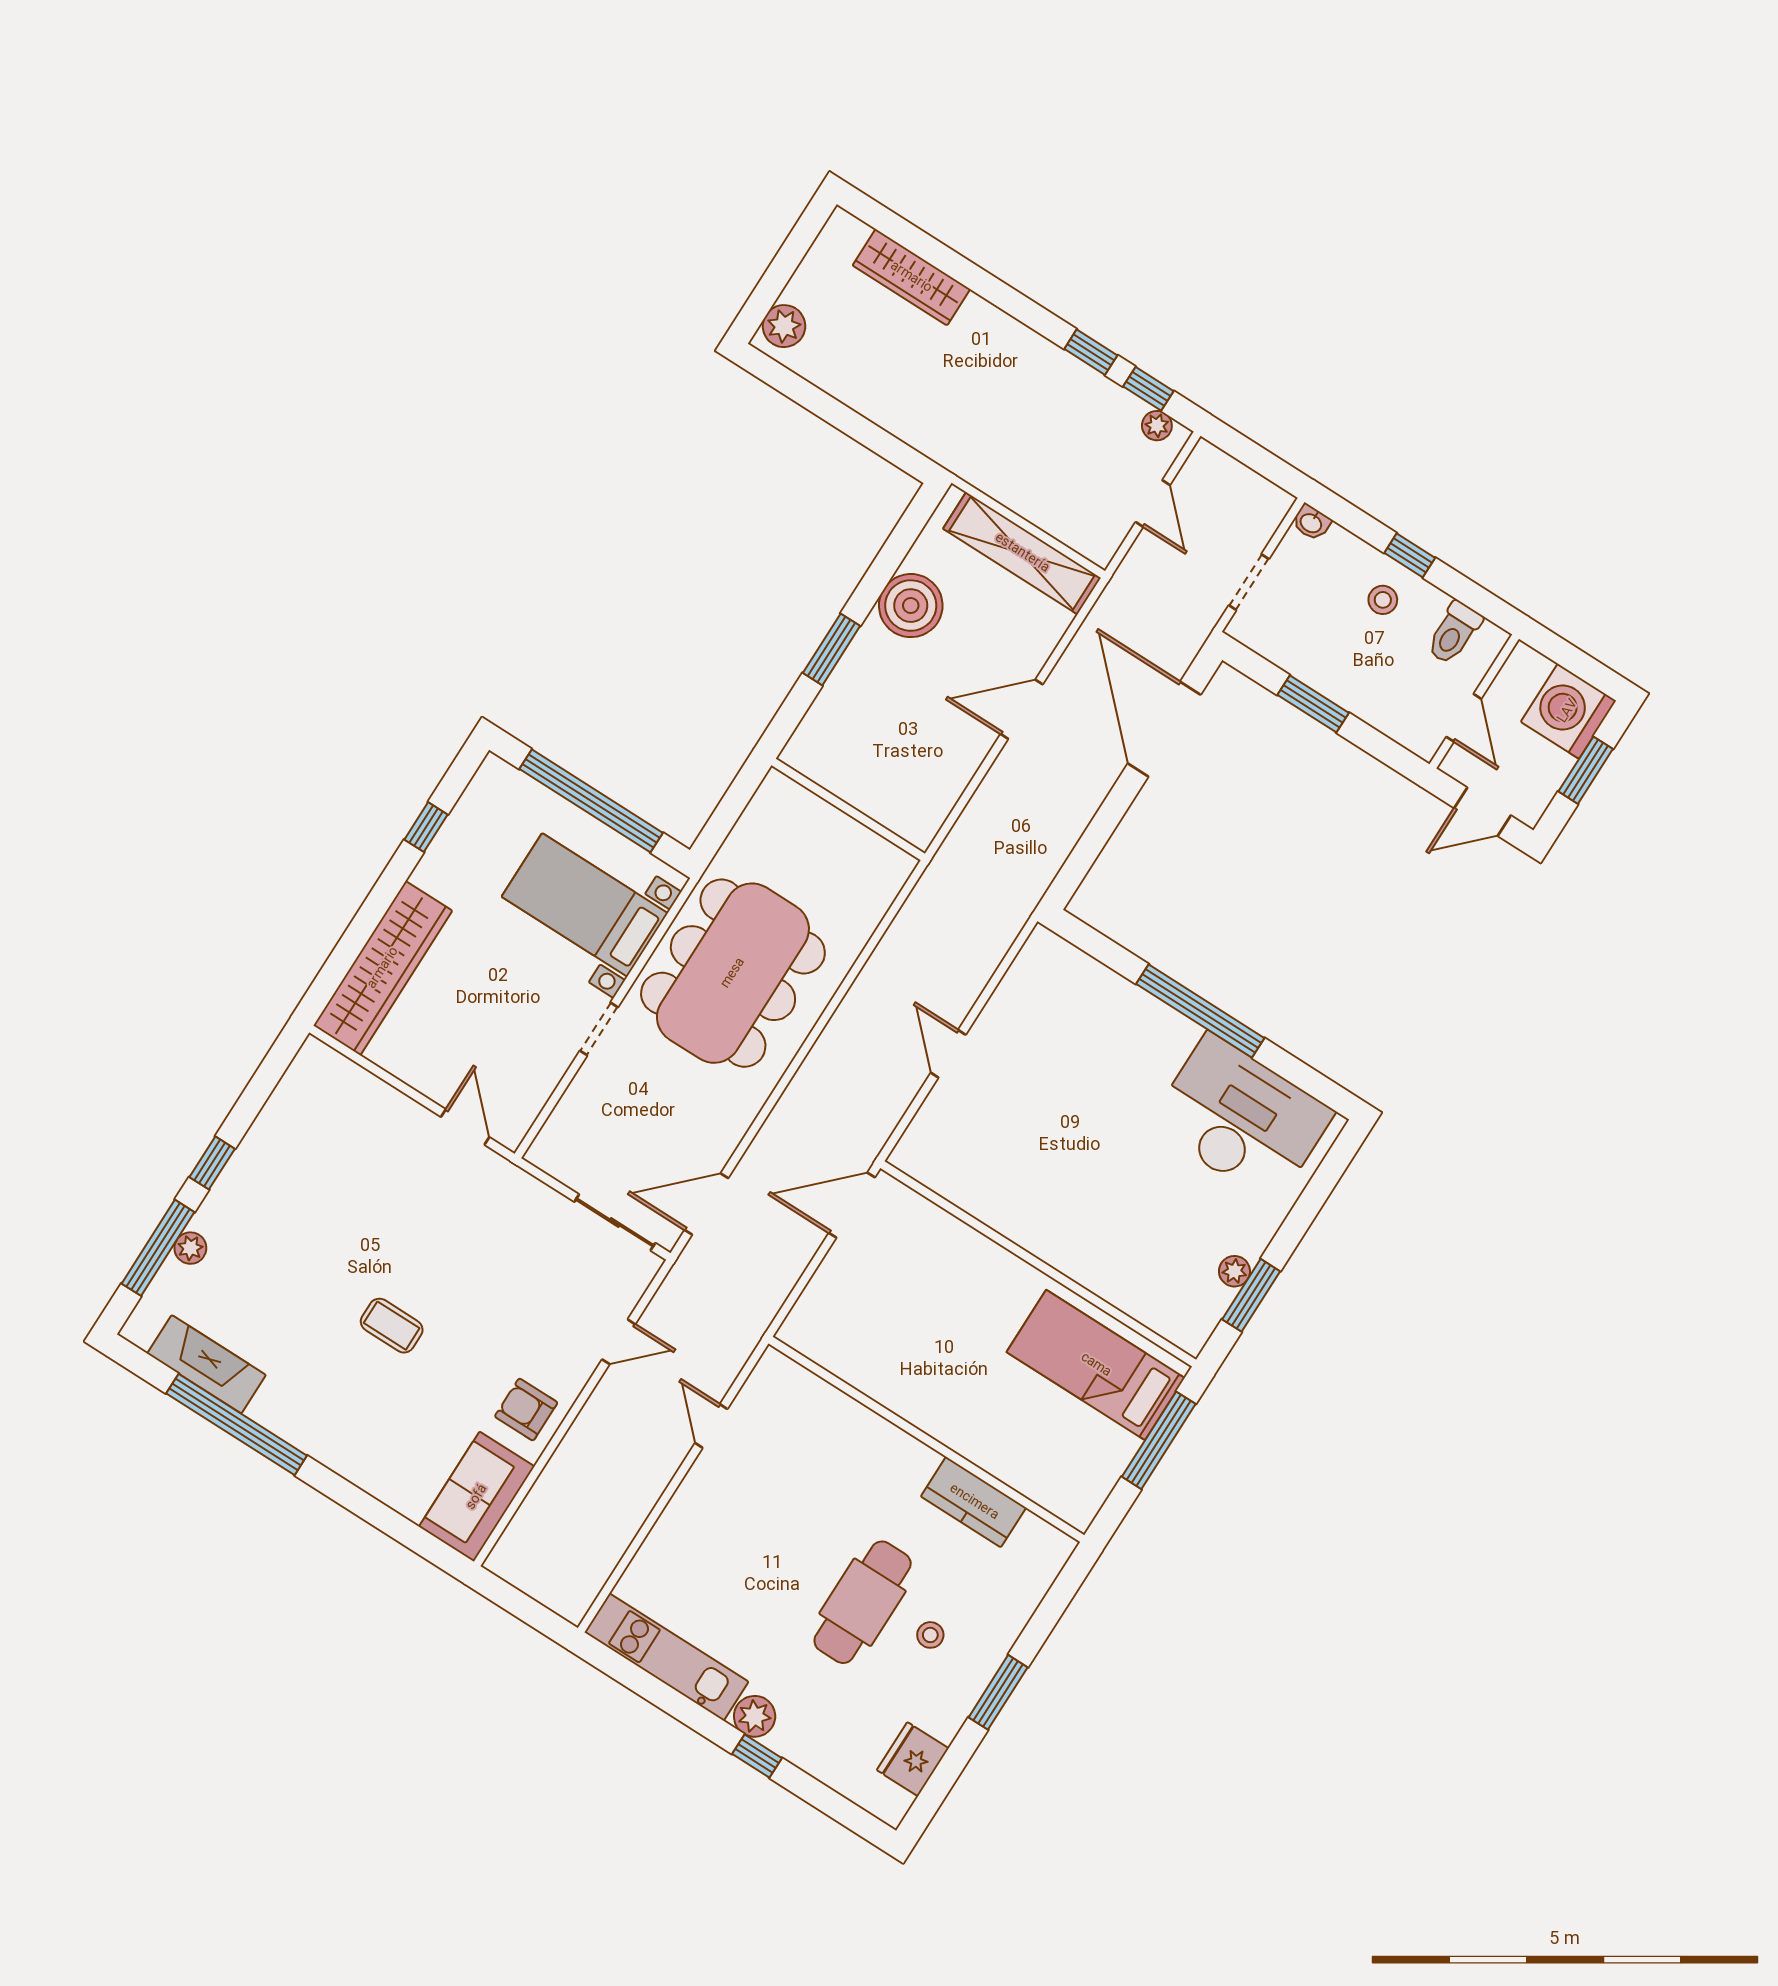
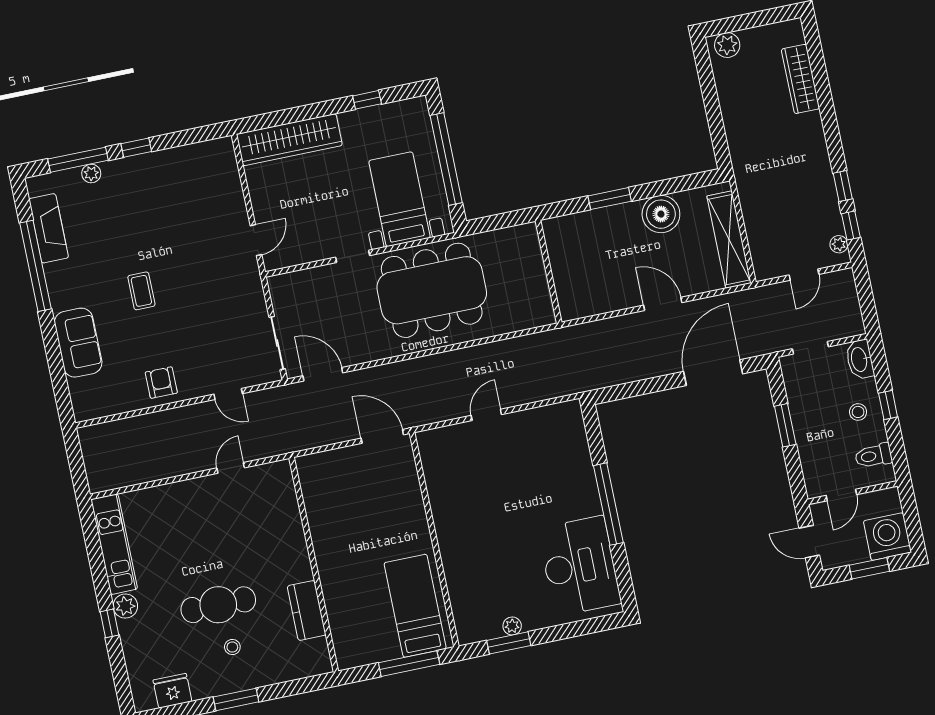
washbasin: (1311, 522) -> (860, 359), width x1.91, depth x1.45
sofa: (477, 1497) -> (78, 343), moved, turned 90

